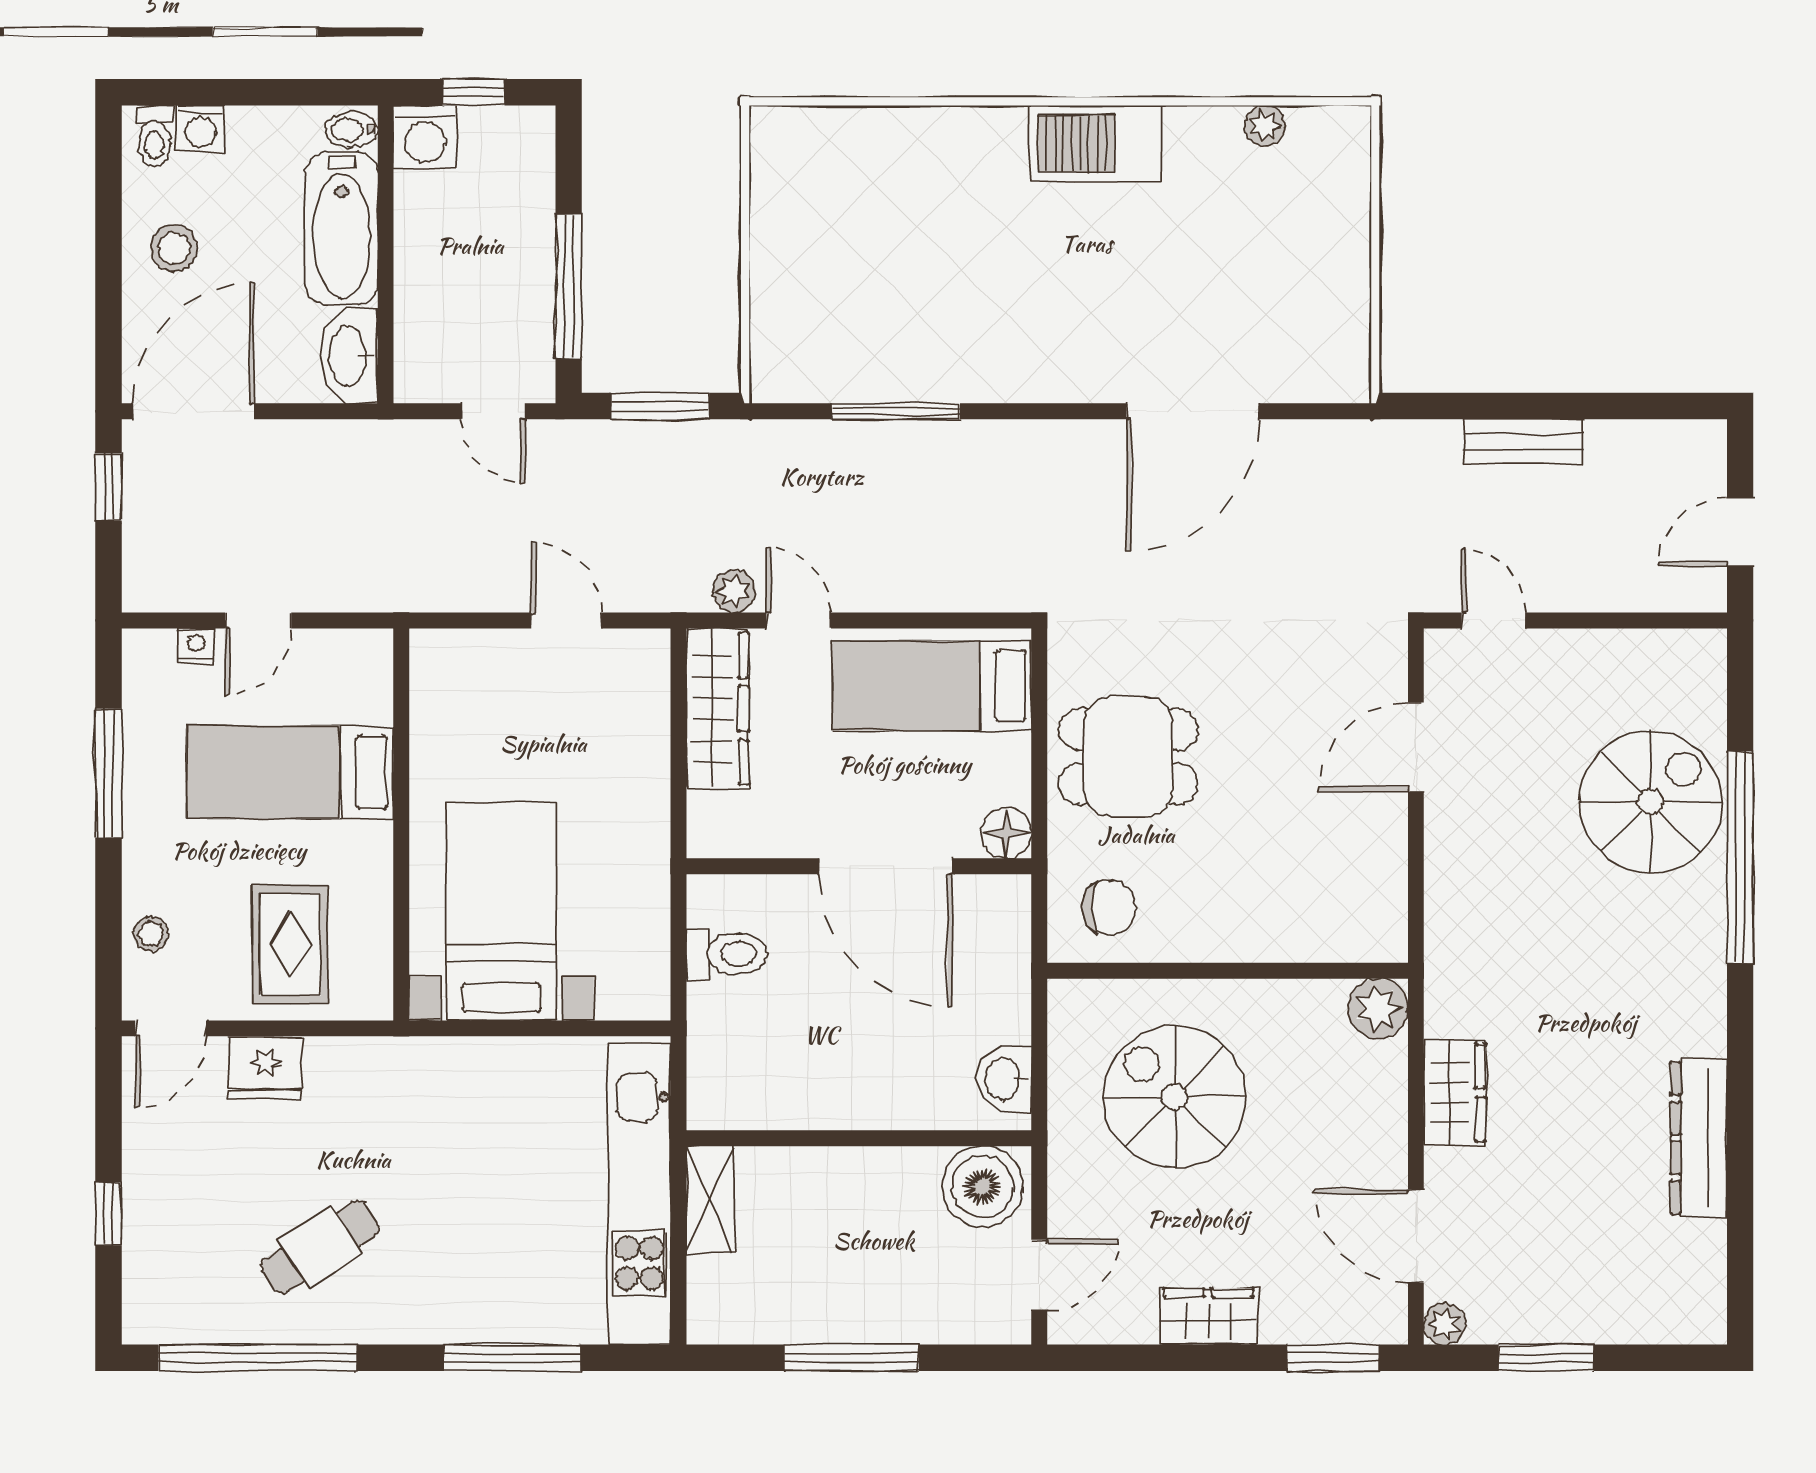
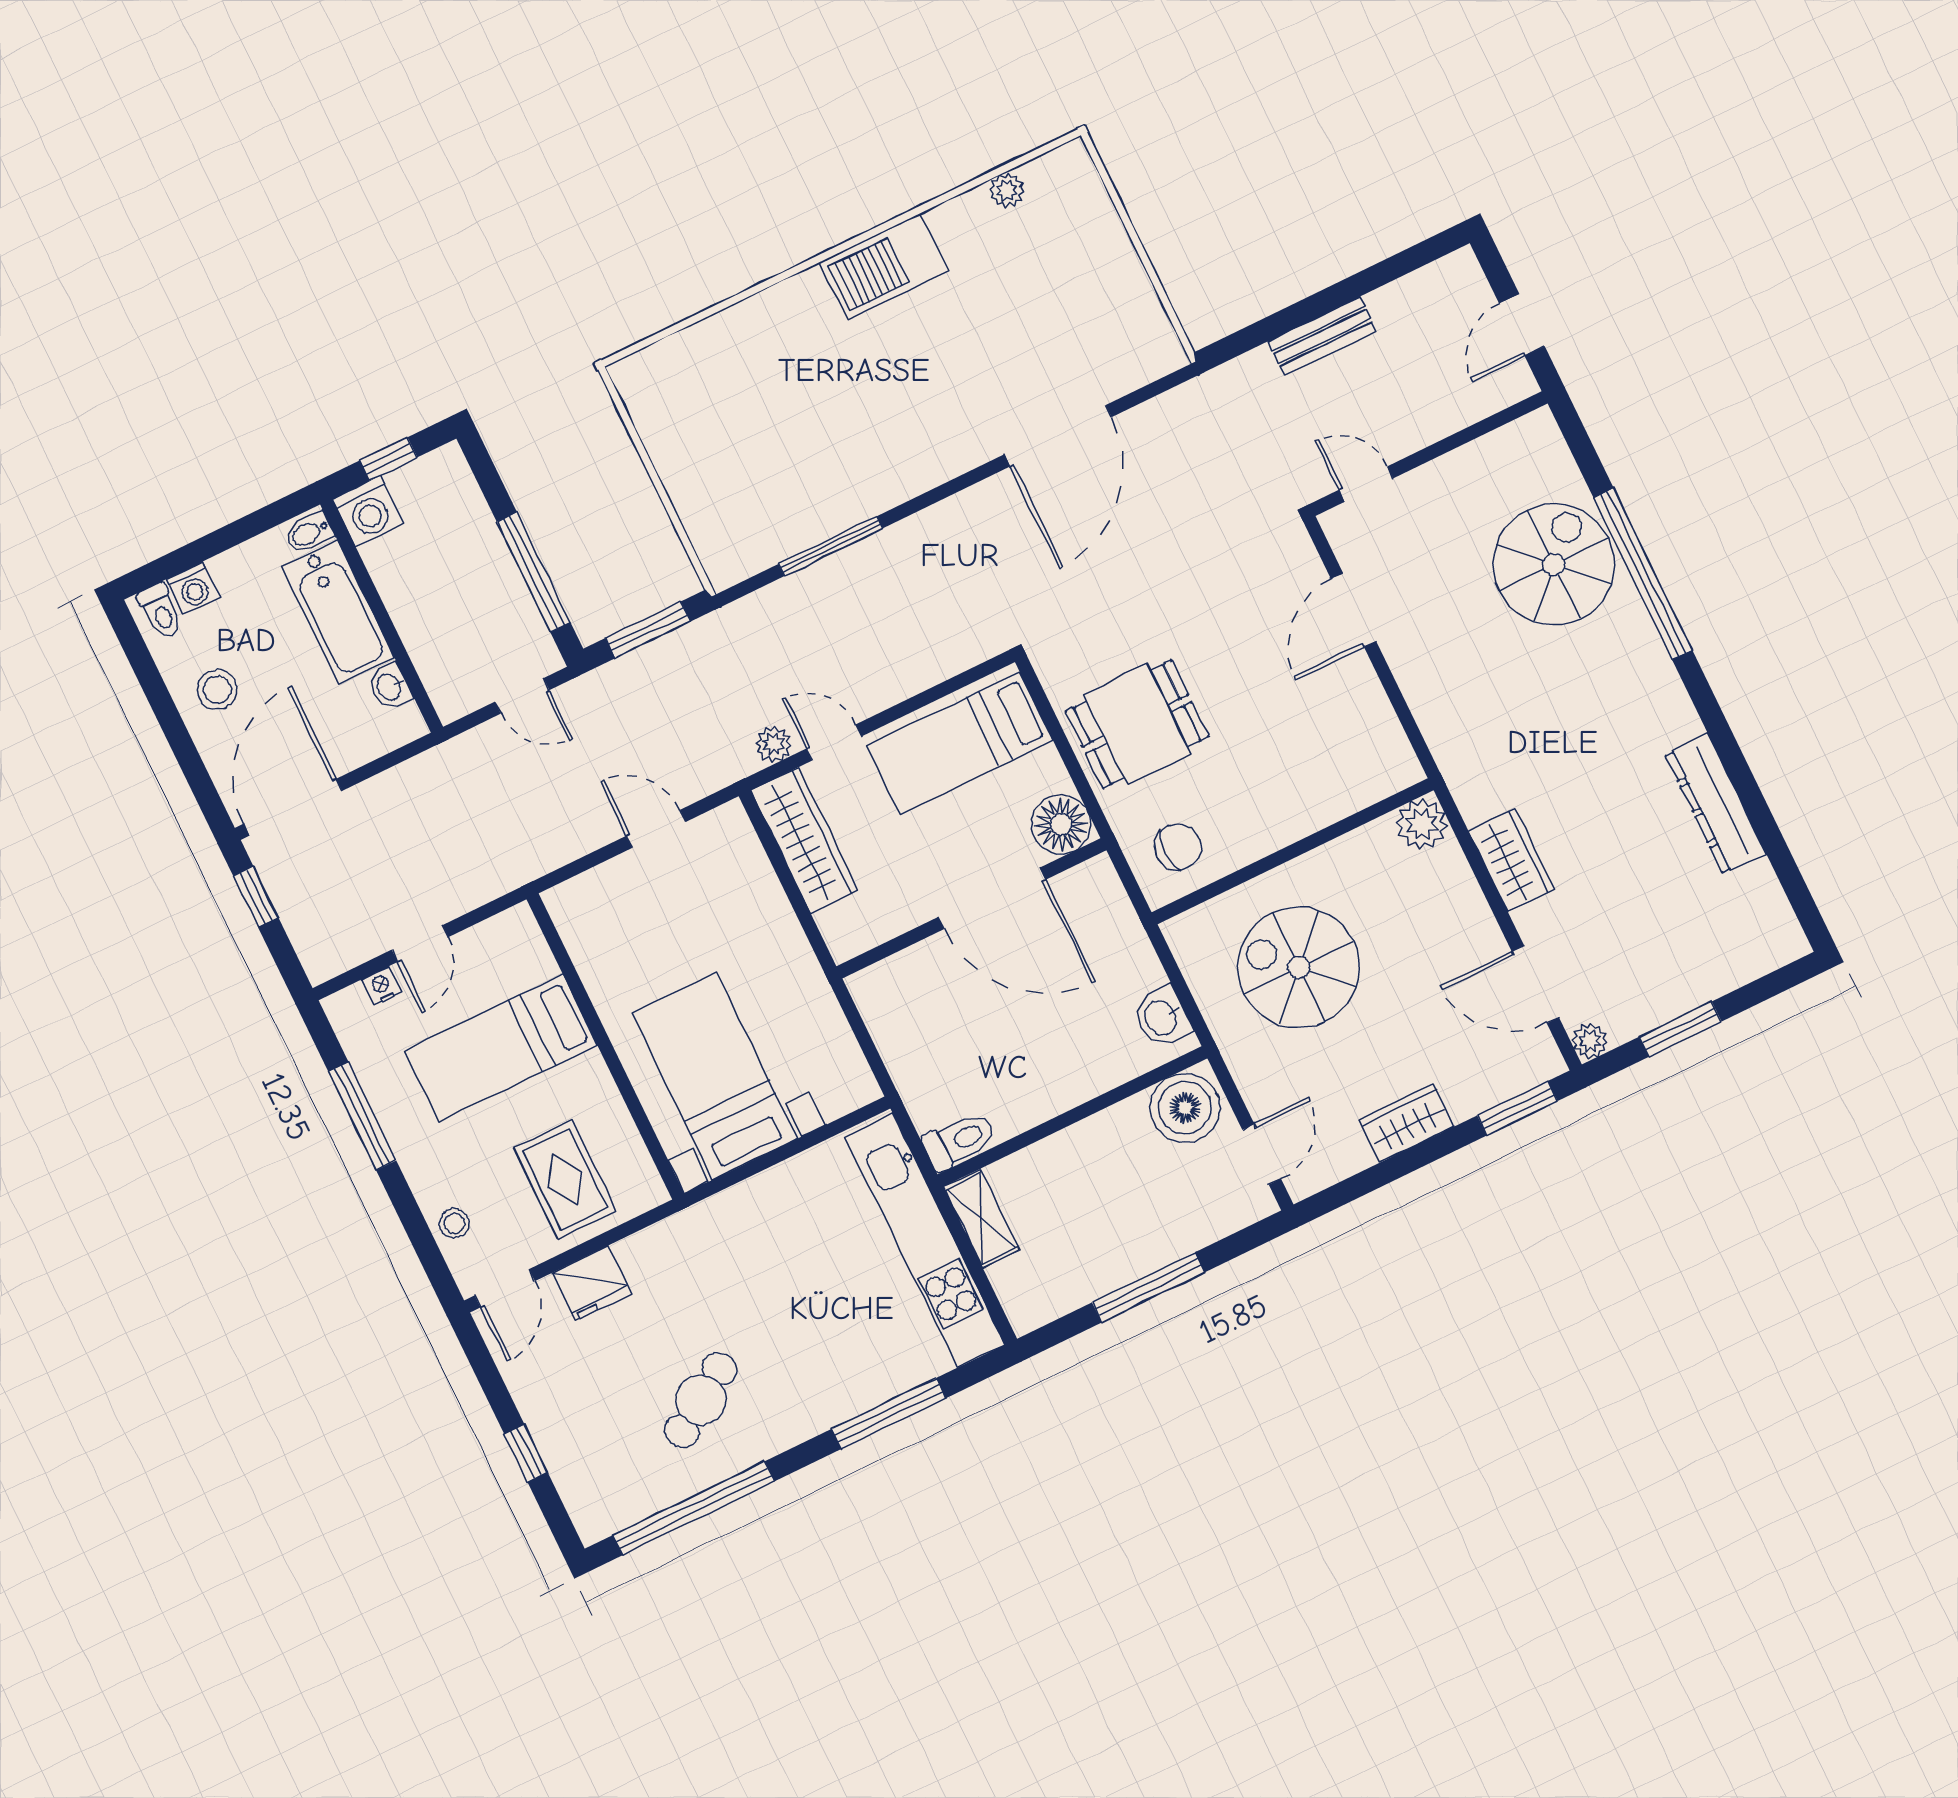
washbasin: (349, 356) -> (390, 687), width x0.52, depth x0.69
floor lamp: (1006, 833) -> (1061, 824), width x1.38, depth x1.38
toilet: (727, 954) -> (959, 1141), moved

